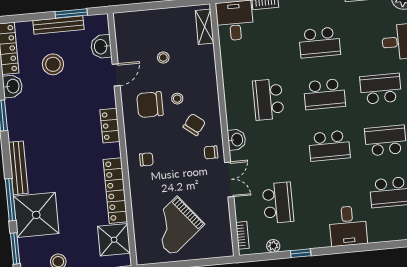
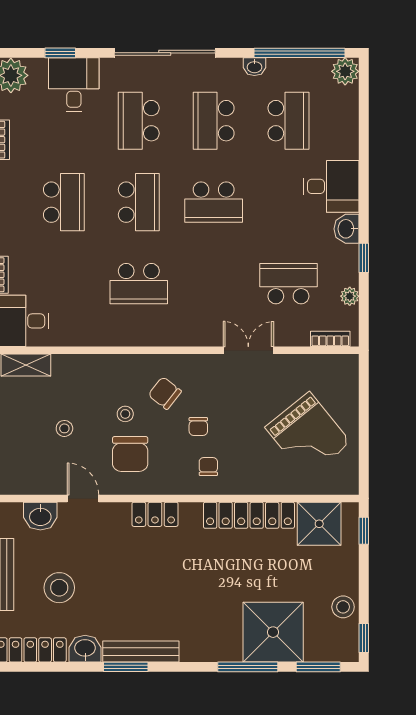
washbasin: (237, 140) -> (347, 229), moved, turned -90
school desk: (329, 146) -> (214, 202), turned 90
chair: (211, 152) -> (198, 426), moved
bench: (18, 168) -> (141, 651), moved

